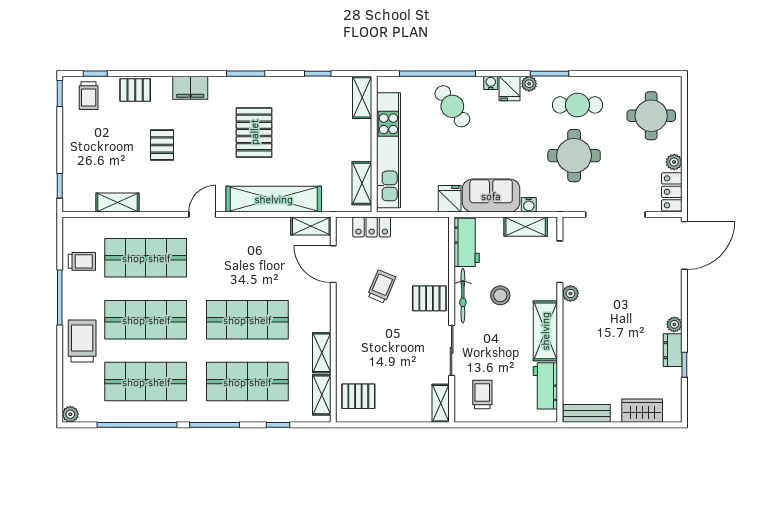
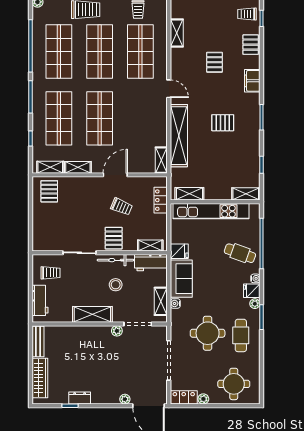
cafe table: (452, 106) -> (240, 253), turned 56
pallet: (254, 132) -> (223, 123), width x0.67, depth x0.71
pallet: (162, 145) -> (214, 62), turned 90
door: (333, 264) -> (115, 175), moved
plant: (674, 324) -> (125, 399), moved
workbench: (545, 386) -> (40, 300), moved, turned 90
shelving: (441, 403) -> (150, 245), moved
wardrobe: (642, 411) -> (40, 378), width x1.50

